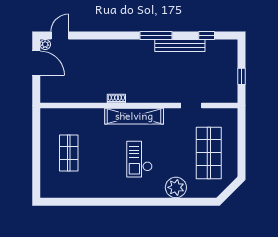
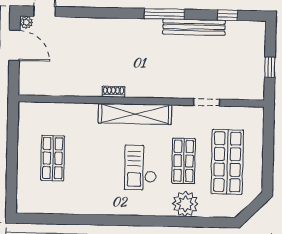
shop shelf: (174, 153) -> (184, 161), added

